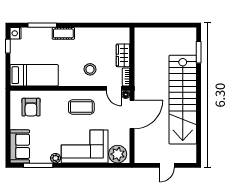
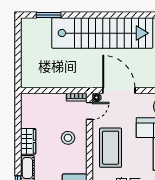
wardrobe: (123, 55) -> (28, 141), moved, turned -90
coffee table: (81, 107) -> (111, 148), width x1.36, depth x1.32

